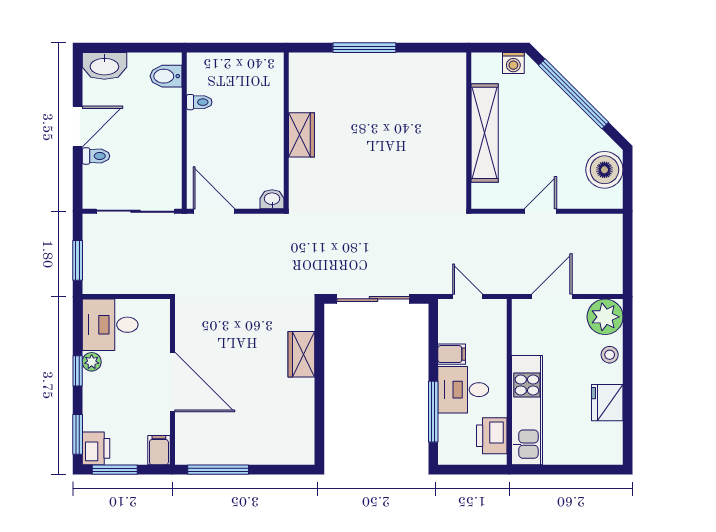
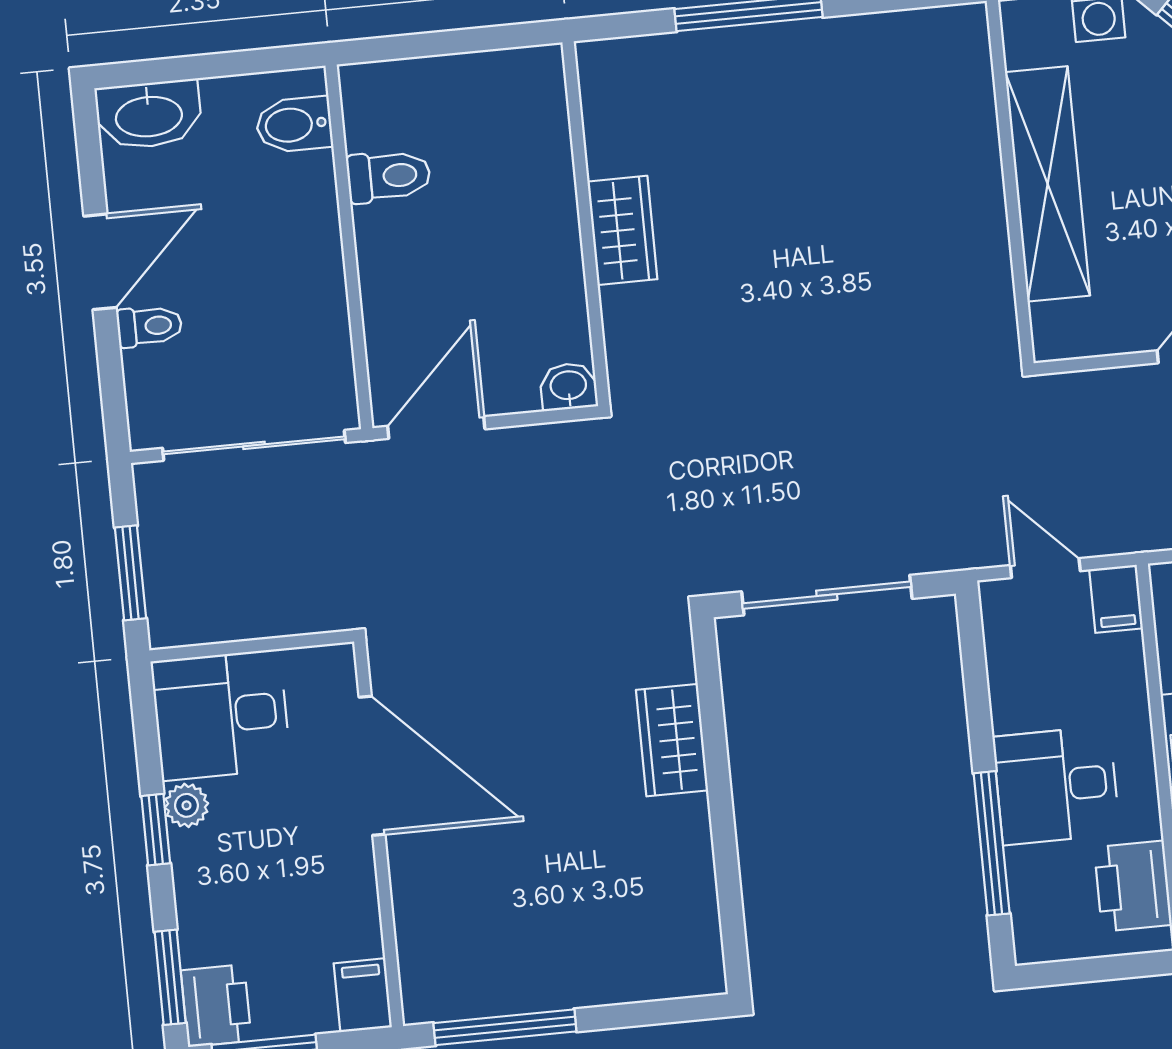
toilet: (199, 102) -> (389, 176), width x1.37, depth x1.39
door: (214, 211) -> (436, 428), hinge flipped
filing cabinet: (452, 354) -> (1116, 599), moved, turned 90
door: (172, 382) -> (372, 766), moved

